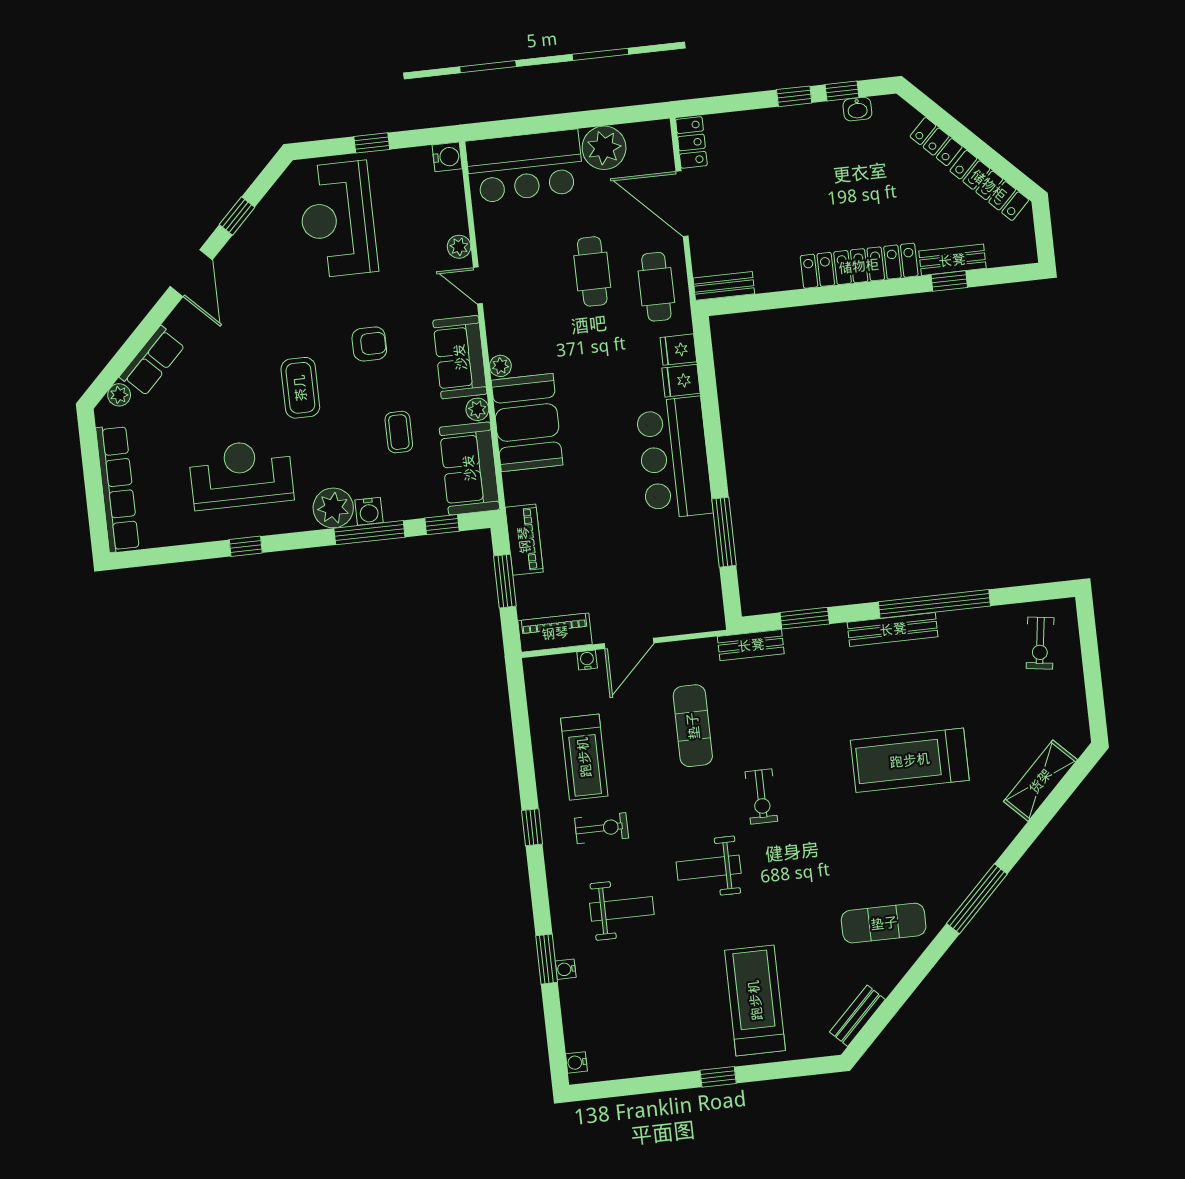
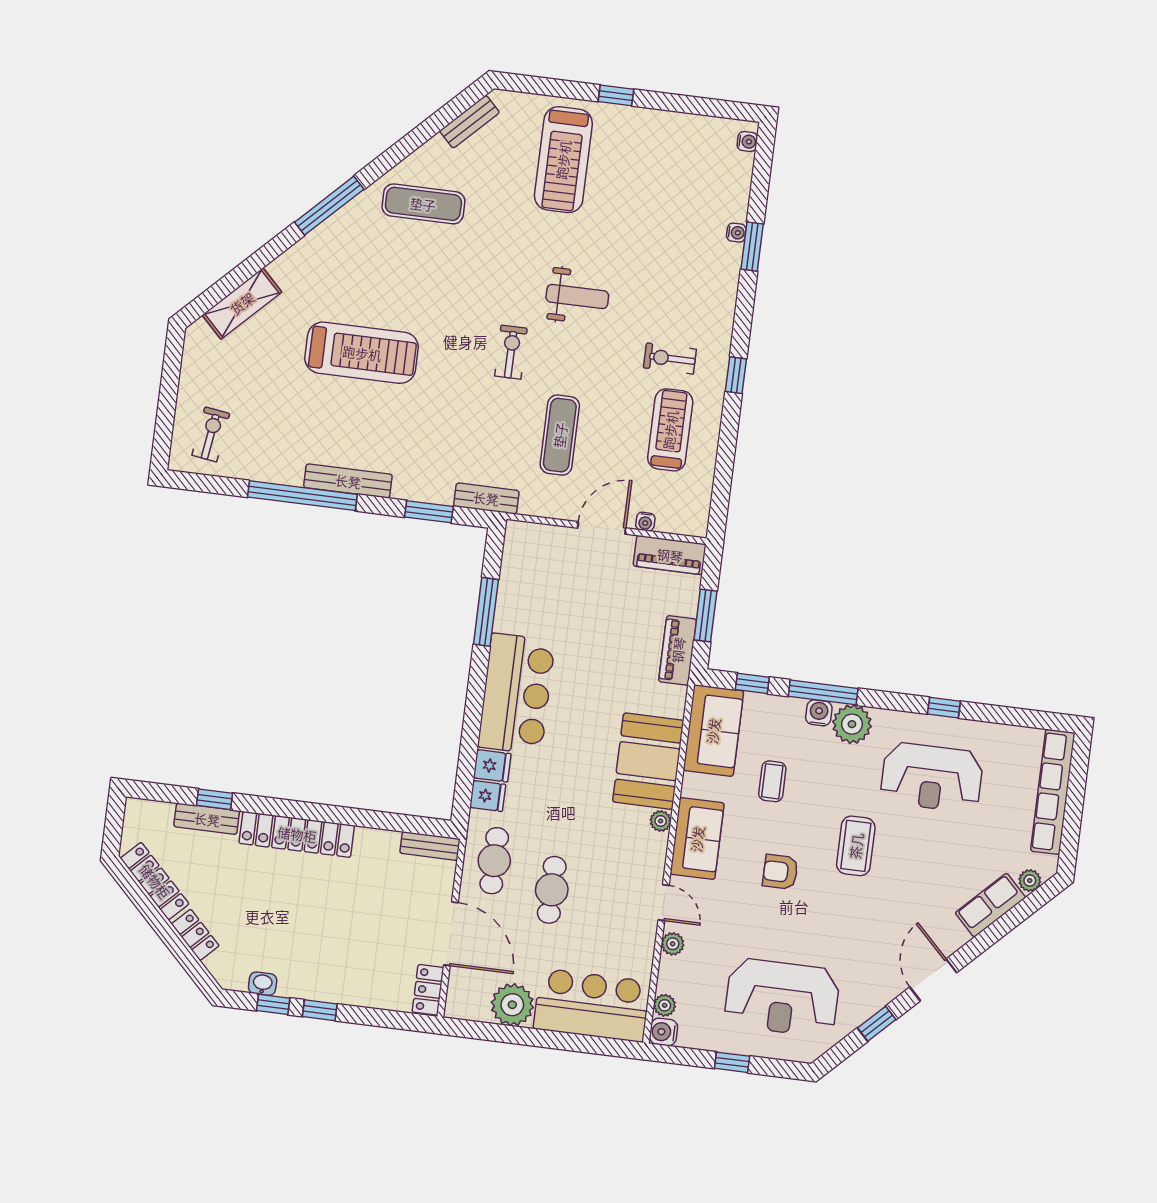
reception desk: (338, 219) -> (782, 997), turned 90
plant: (477, 409) -> (665, 1005), moved
weight bench: (622, 909) -> (669, 277), removed

